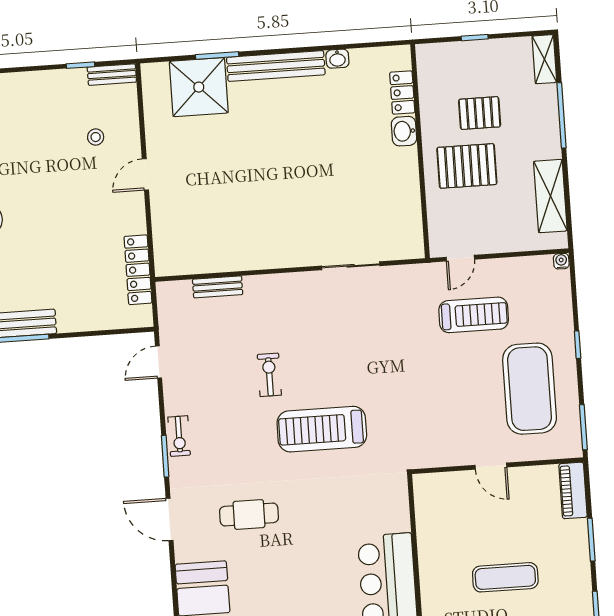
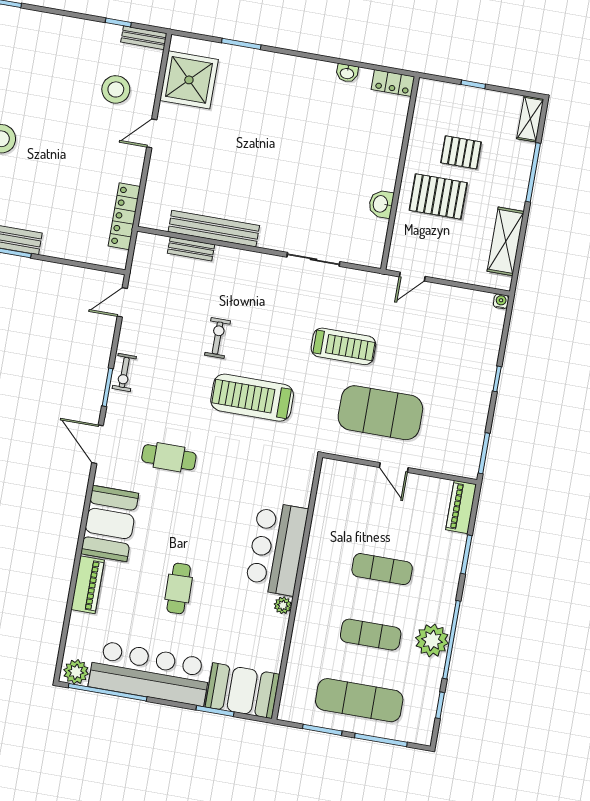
bench: (276, 66) -> (214, 229), moved
shower: (199, 87) -> (189, 80), moved
locker: (402, 93) -> (393, 83), moved, turned -90
washbasin: (404, 131) -> (381, 204), moved
stool: (96, 137) -> (116, 89), width x1.89, depth x1.89
treadmill: (474, 315) -> (343, 346), moved
exercise mat: (530, 389) -> (380, 413), moved, turned 90

